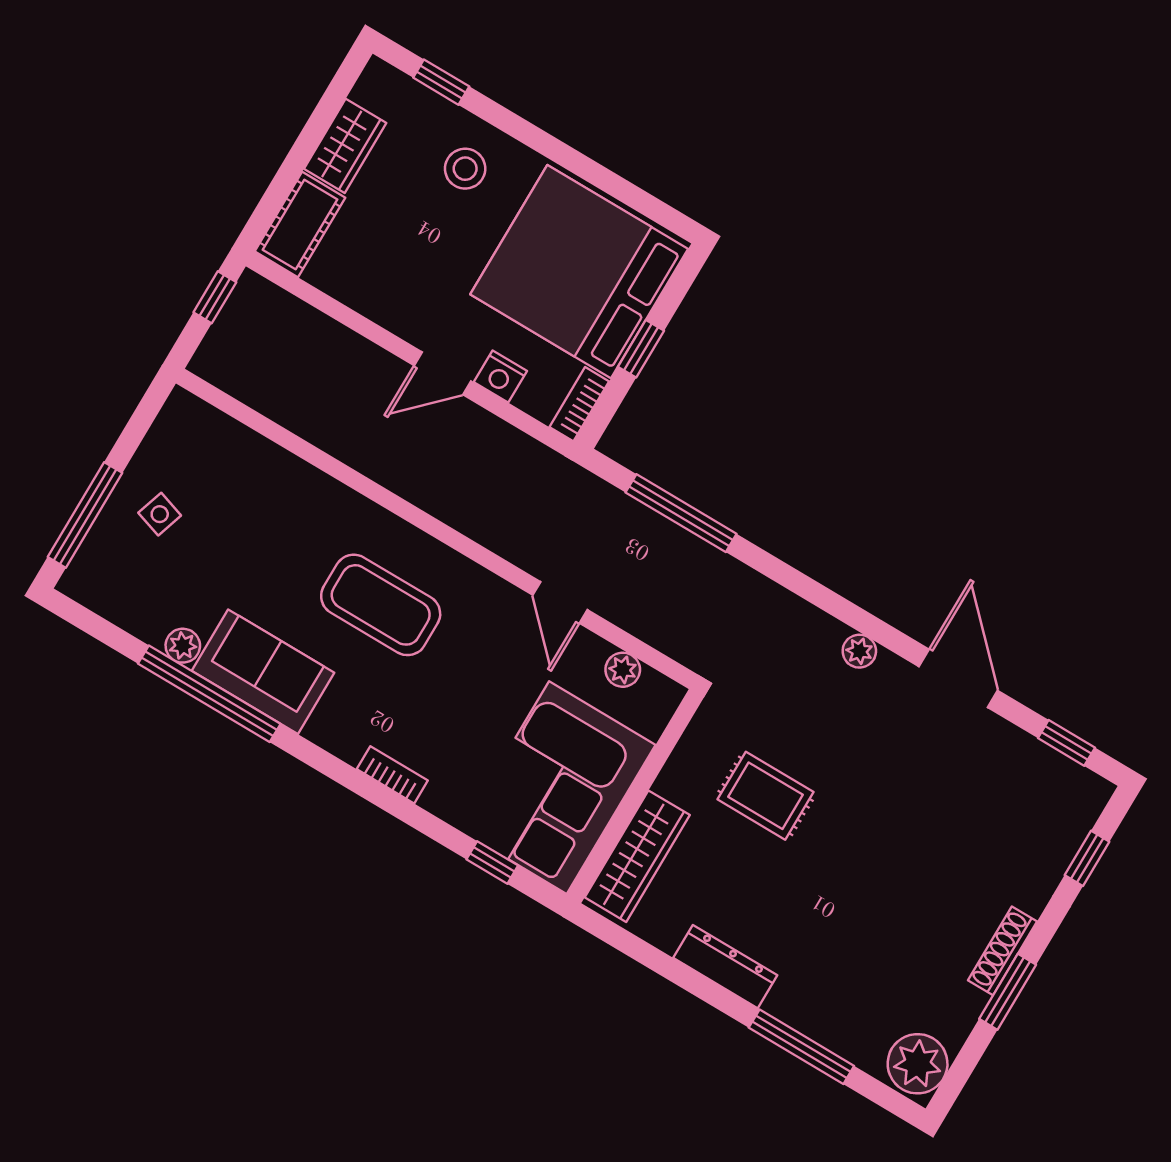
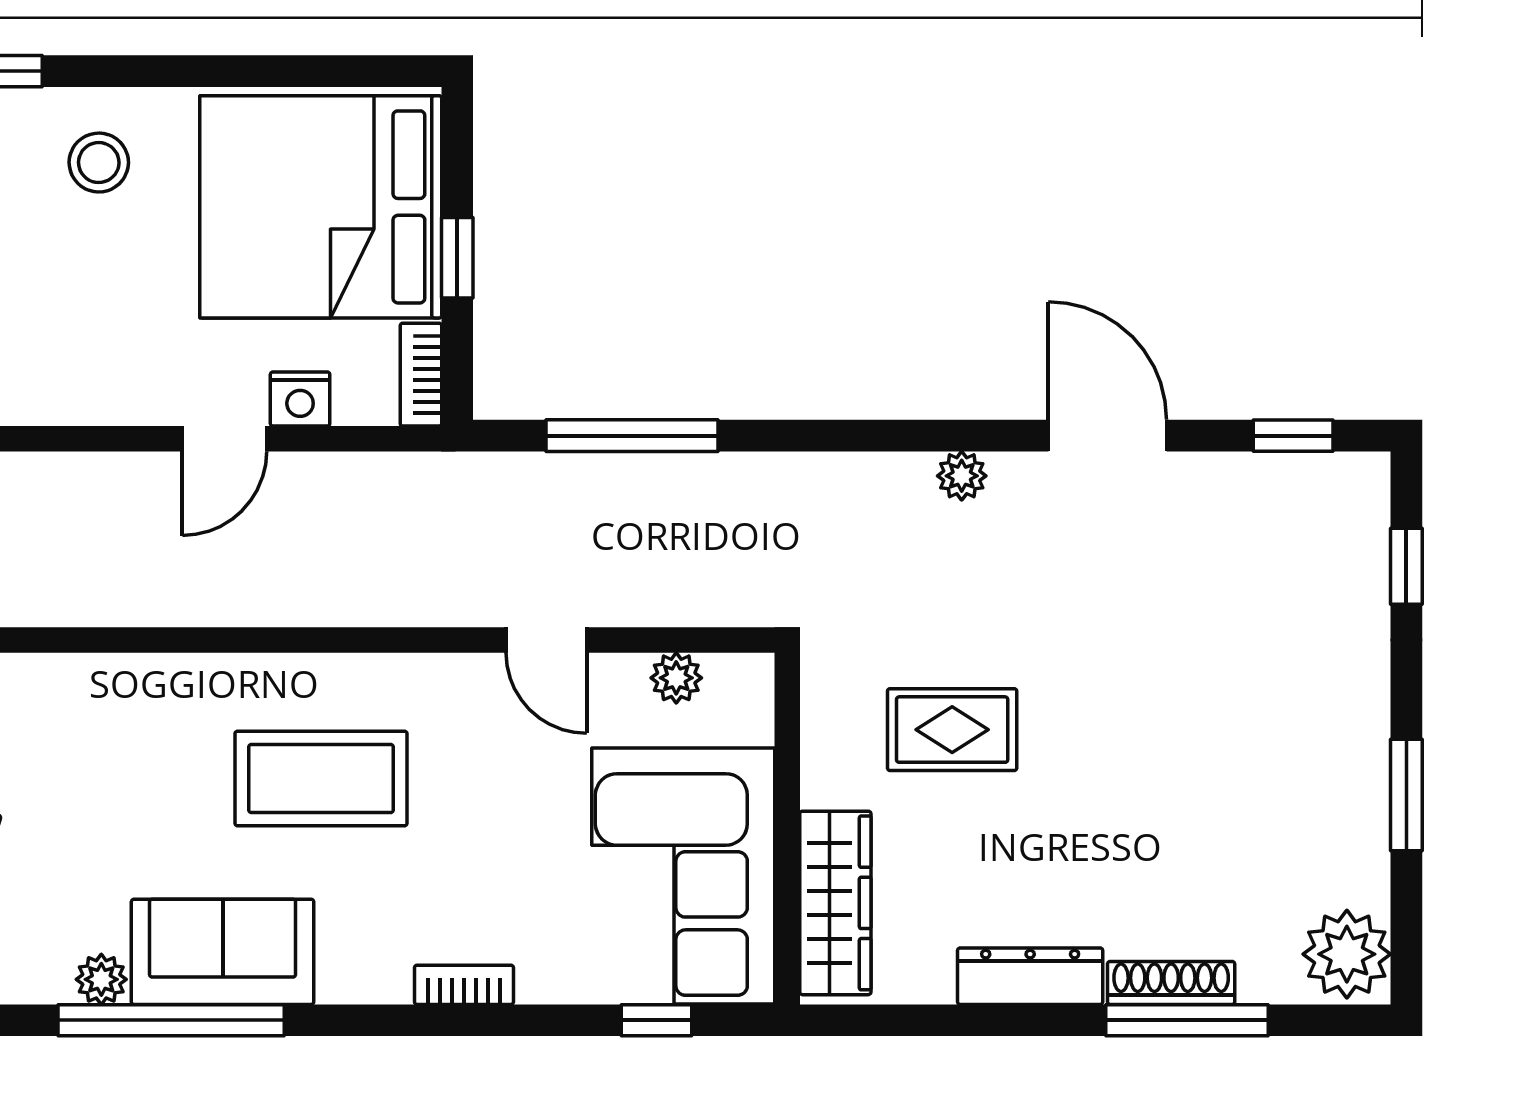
shoe rack: (1002, 951) -> (1171, 983), moved, turned 90

